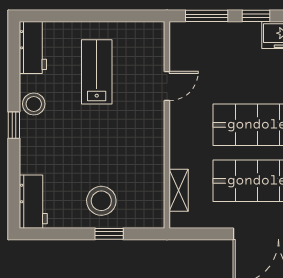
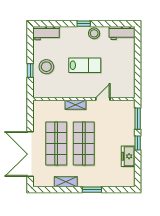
lab bench: (97, 72) -> (85, 65), moved
door: (167, 86) -> (103, 99), swing flipped
shelving: (179, 190) -> (75, 105), moved

